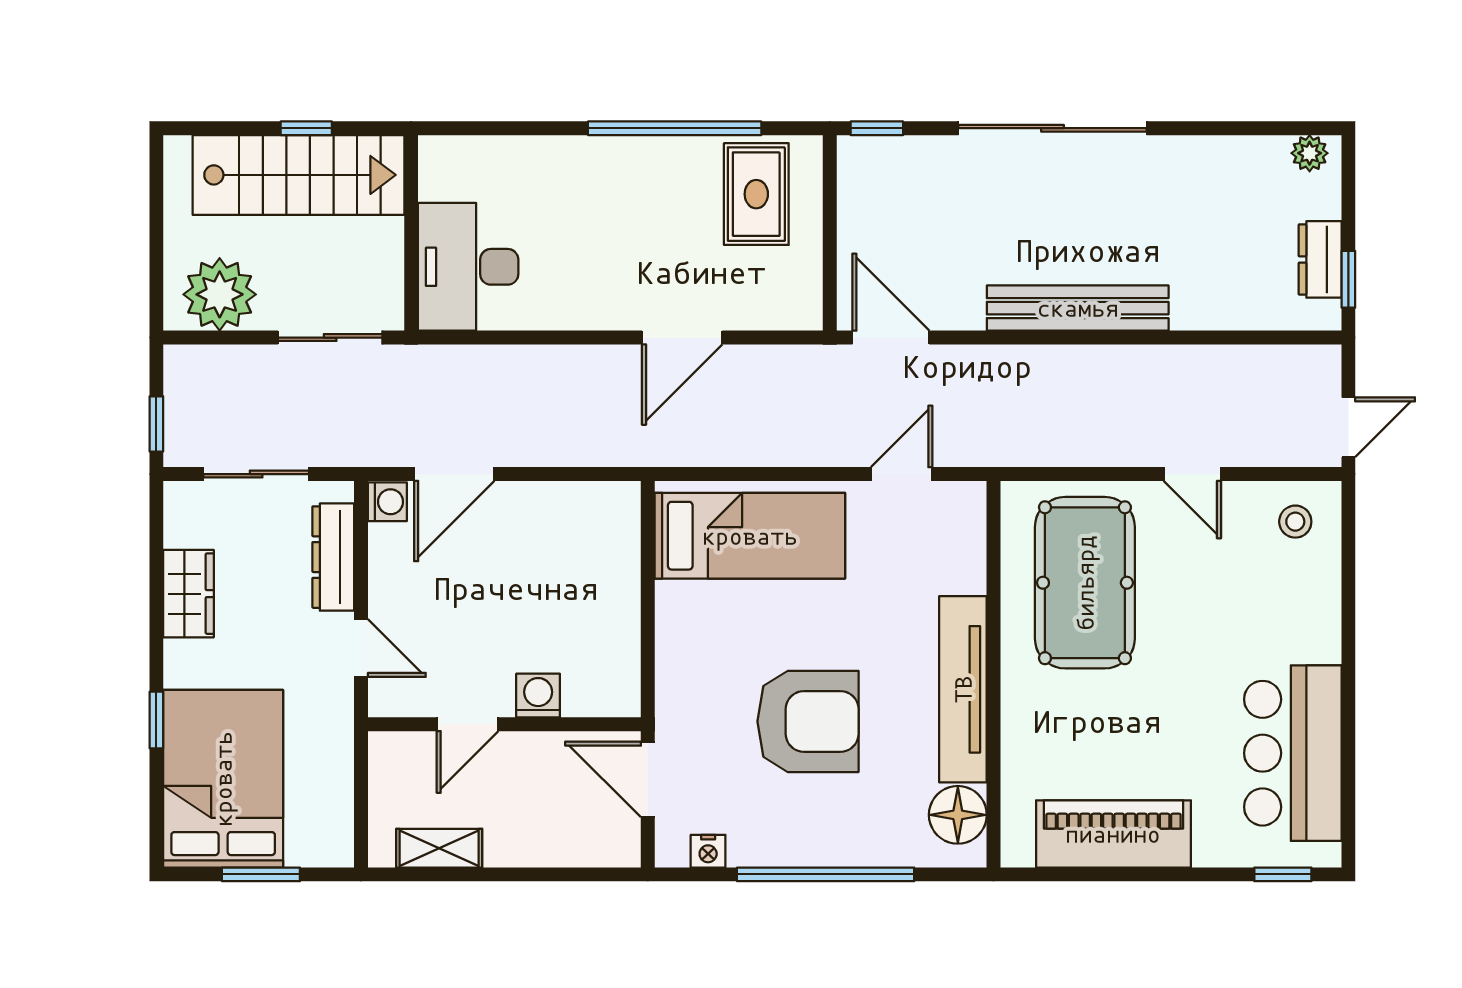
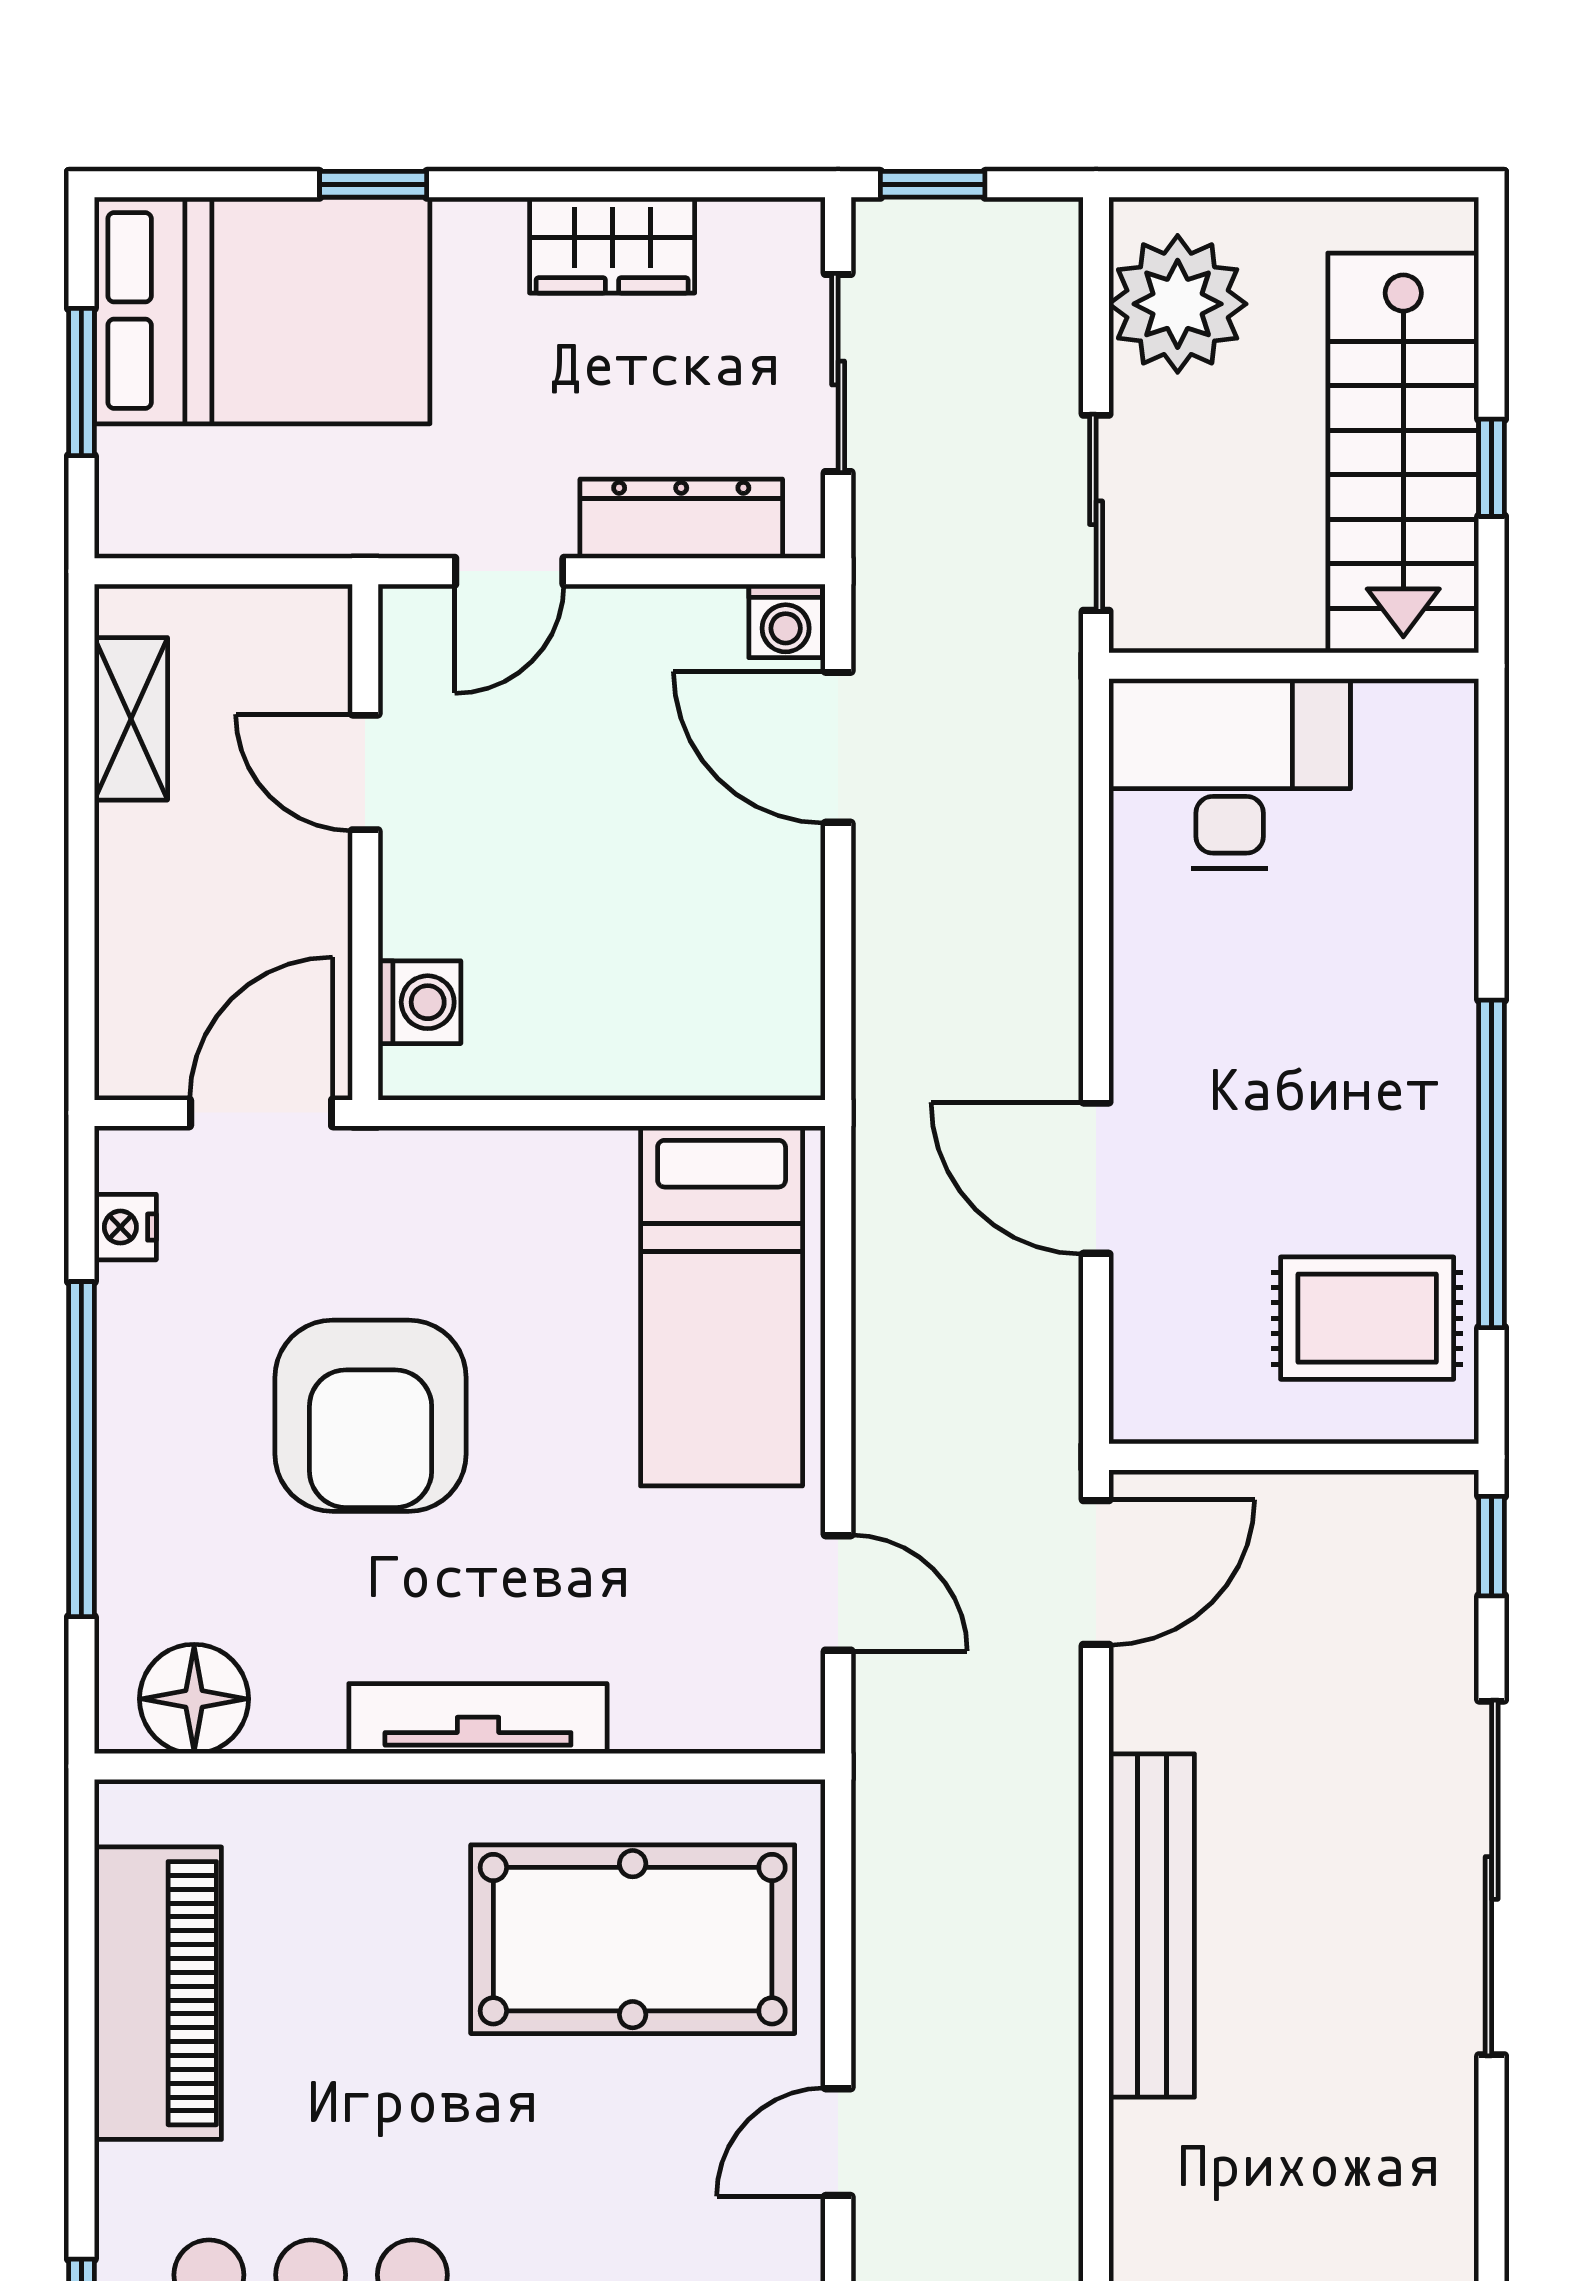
tv unit: (963, 689) -> (478, 1719), width x0.73, depth x0.78
washing machine: (538, 696) -> (419, 1002), moved

